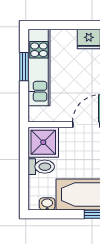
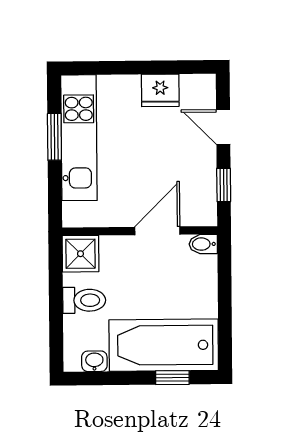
shower: (43, 142) -> (80, 254), width x0.73, depth x0.73

